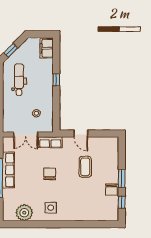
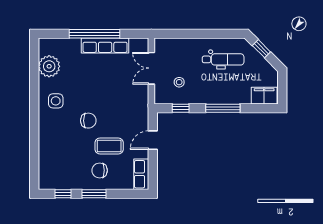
window: (56, 80) -> (223, 108), width x2.17
window: (56, 112) -> (181, 108), added
row of seats: (50, 142) -> (141, 174), moved
chair: (50, 174) -> (88, 121), moved
chair: (111, 190) -> (100, 170), moved

